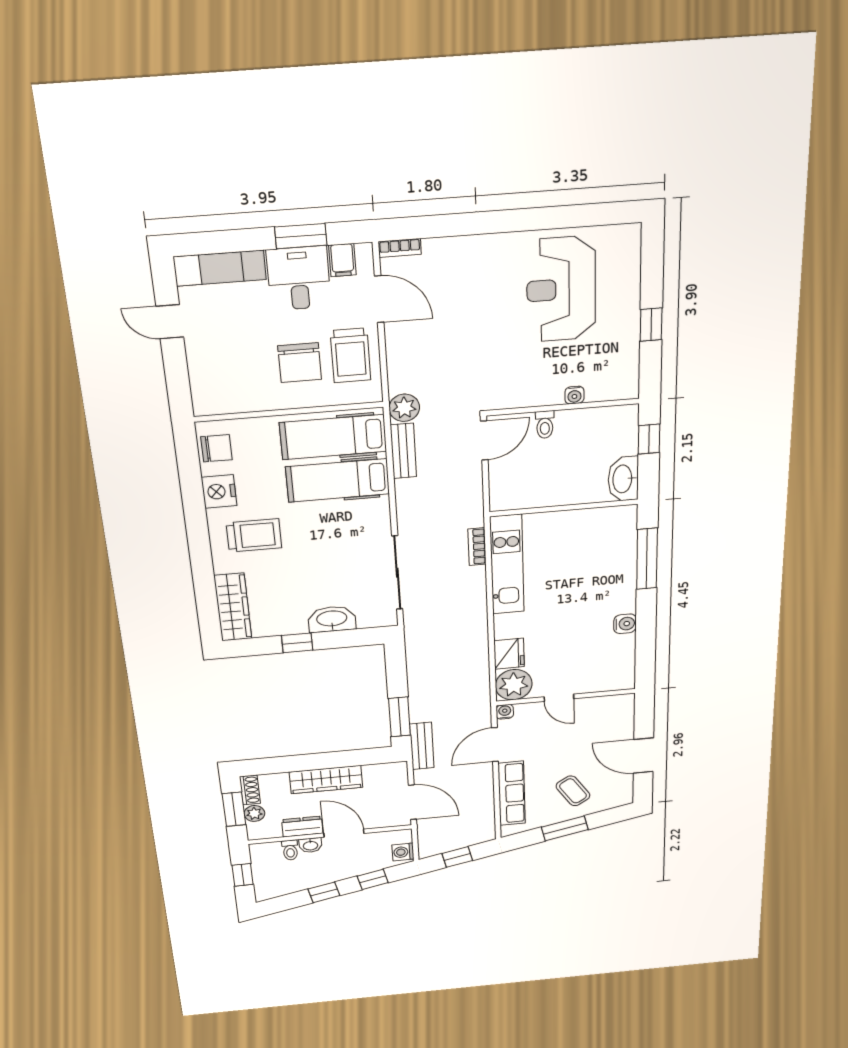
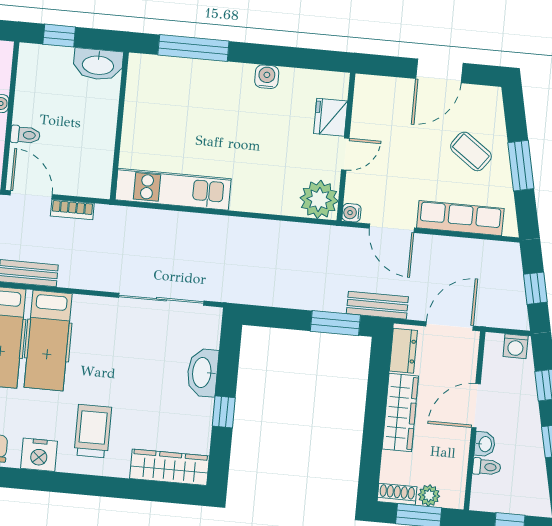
bookcase: (477, 547) -> (72, 210), moved
fridge: (509, 654) -> (331, 117), moved, turned -90
coffee table: (573, 791) -> (471, 151), turned 69
dresser: (302, 826) -> (403, 351), moved, turned 180

